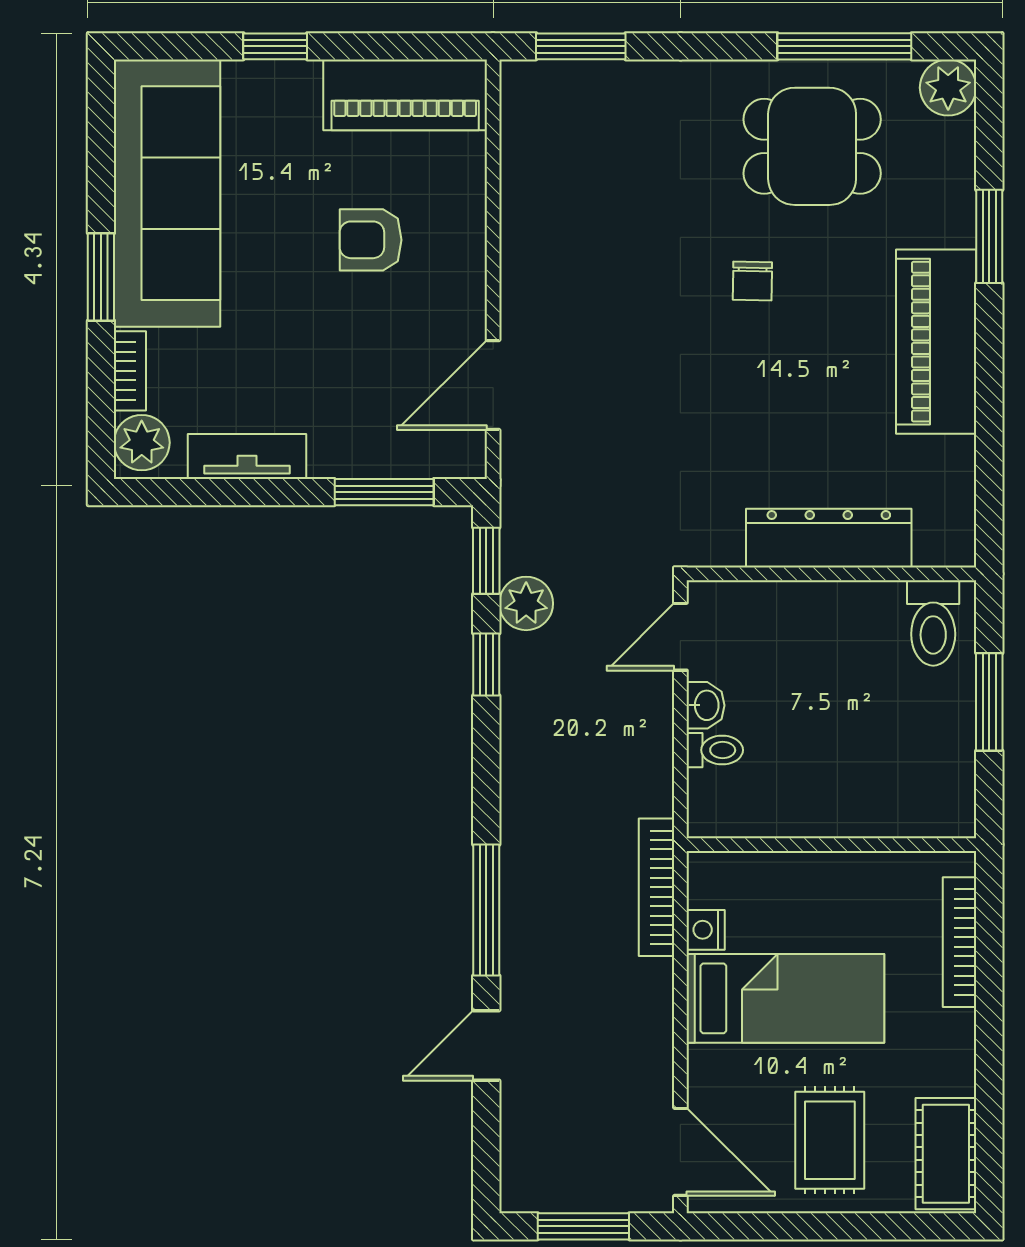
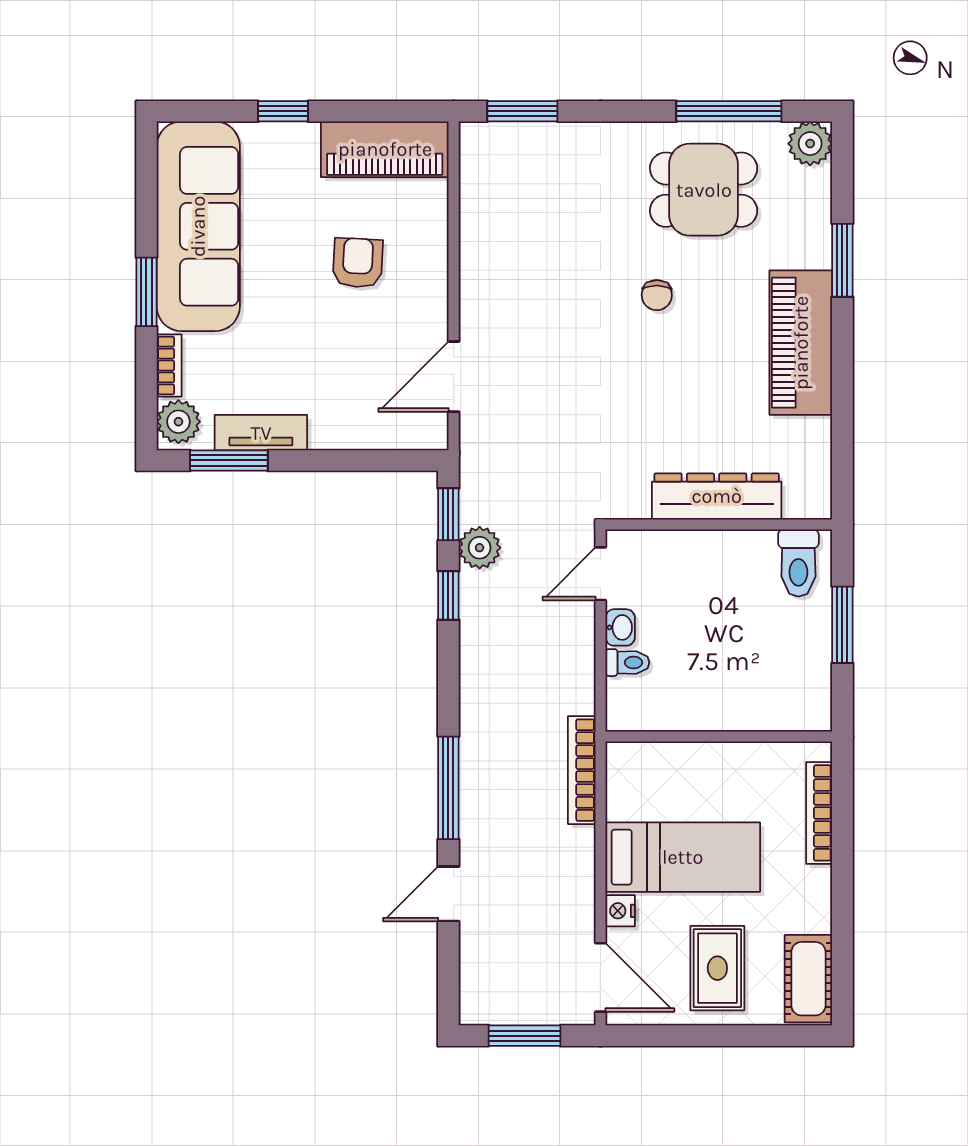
armchair: (371, 240) -> (358, 263), turned 93
window: (384, 492) -> (229, 460), moved
nightstand: (706, 930) -> (620, 911), moved

